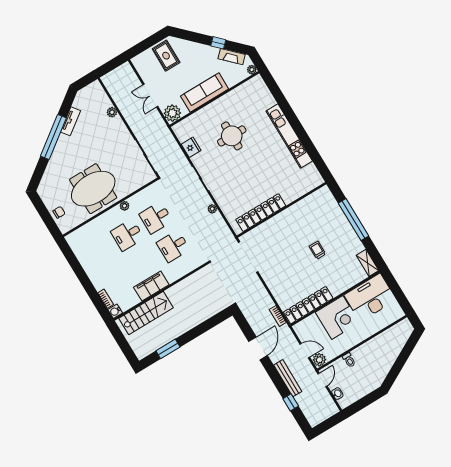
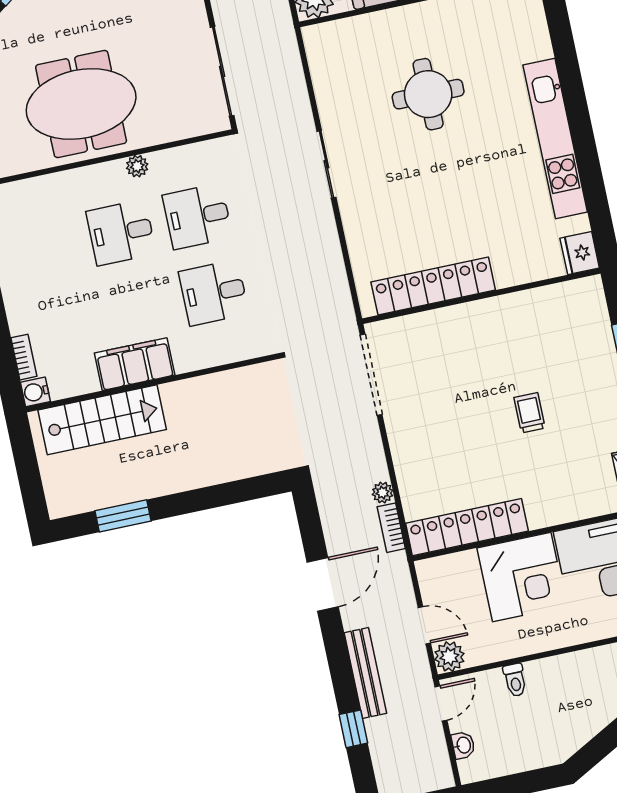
fridge: (191, 147) -> (580, 253), moved, turned 180
plant: (212, 209) -> (383, 493), moved

